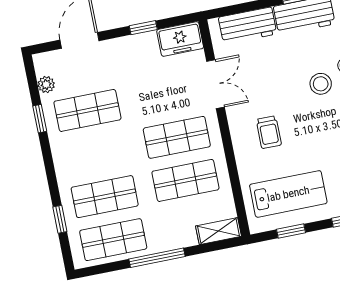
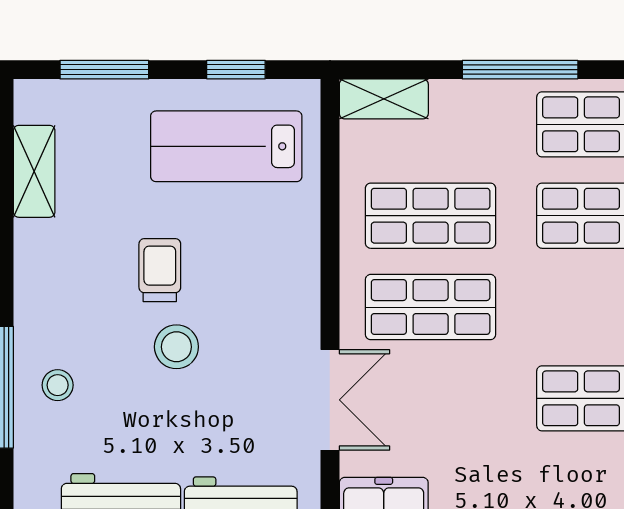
double door: (215, 84) -> (330, 400), swing flipped
stool: (321, 84) -> (176, 347), moved
trolley: (269, 132) -> (160, 270), moved

